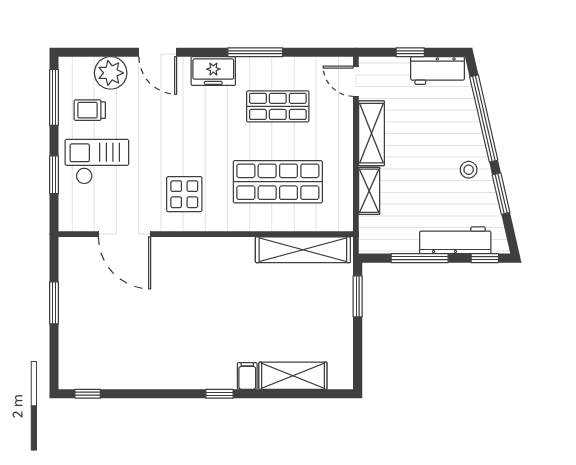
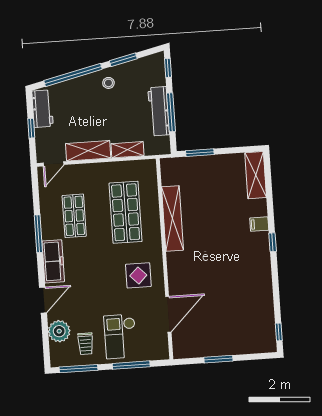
freezer: (213, 71) -> (53, 261), width x1.40
window: (54, 175) -> (131, 365), width x1.44
workbench: (455, 240) -> (159, 111), moved
shelving: (303, 250) -> (172, 218), moved
shelving: (293, 376) -> (256, 175), moved

